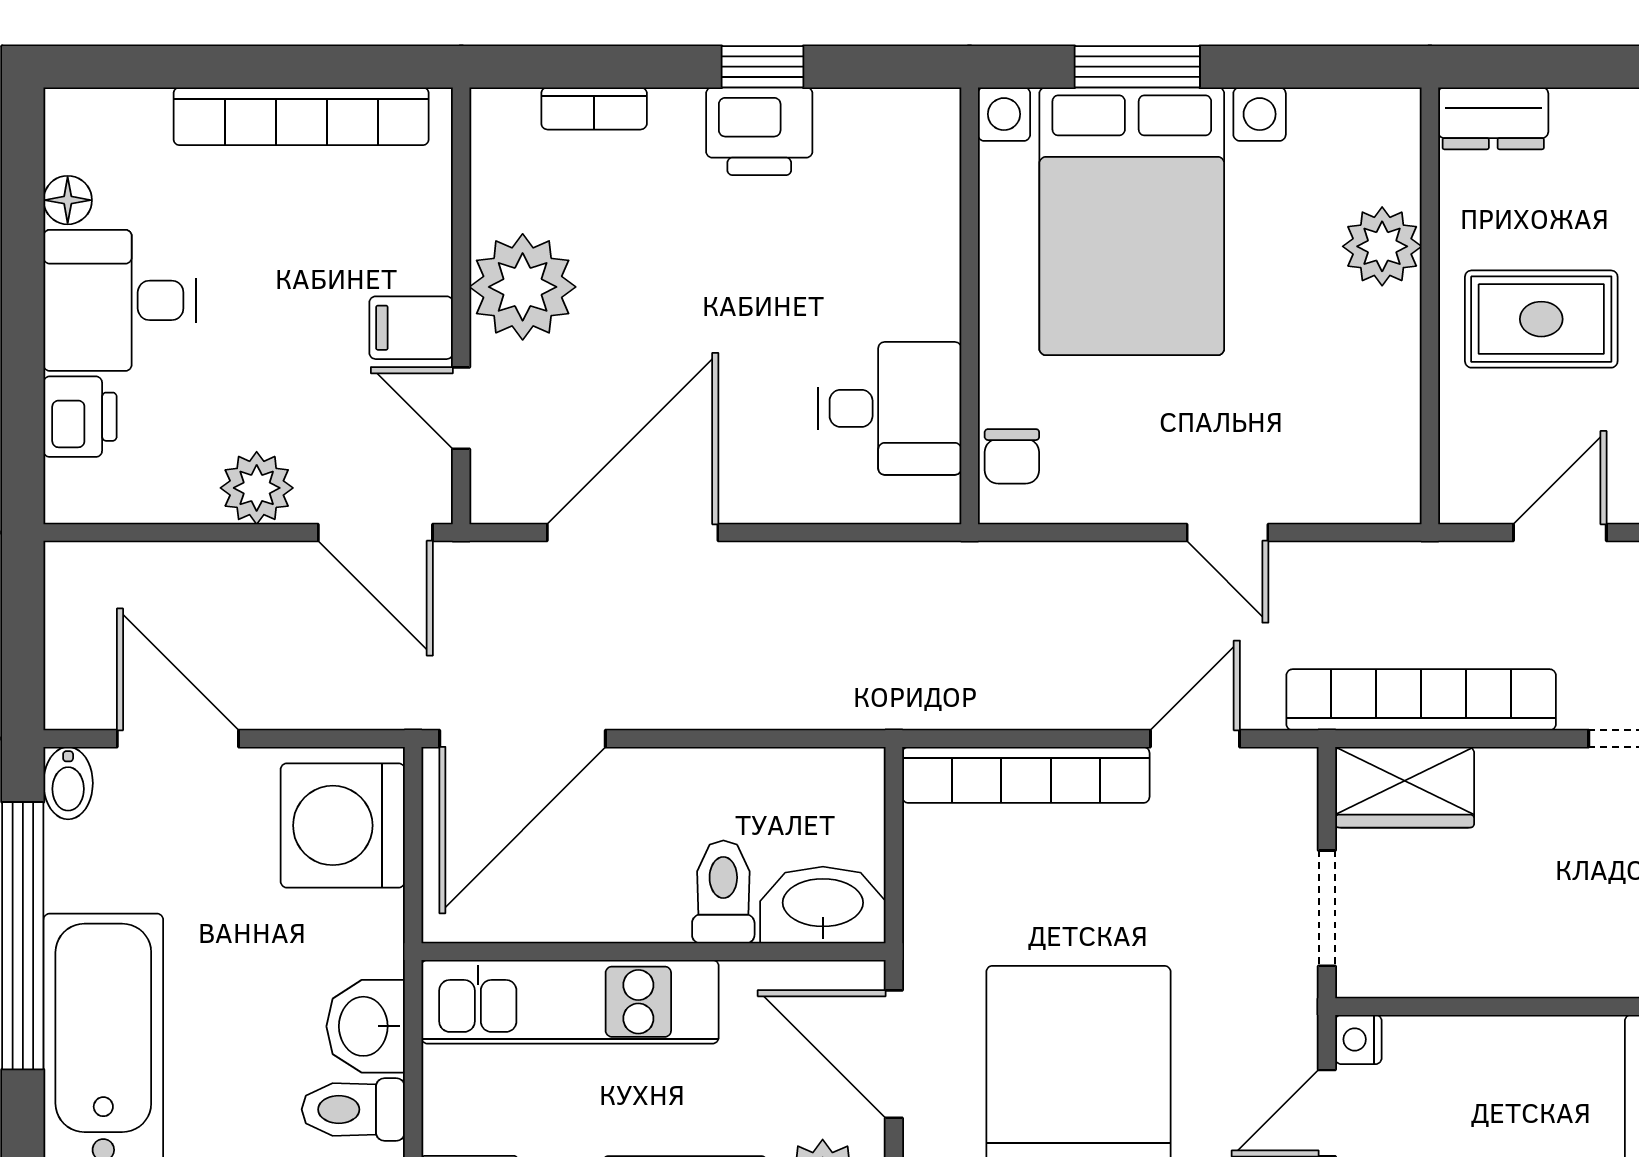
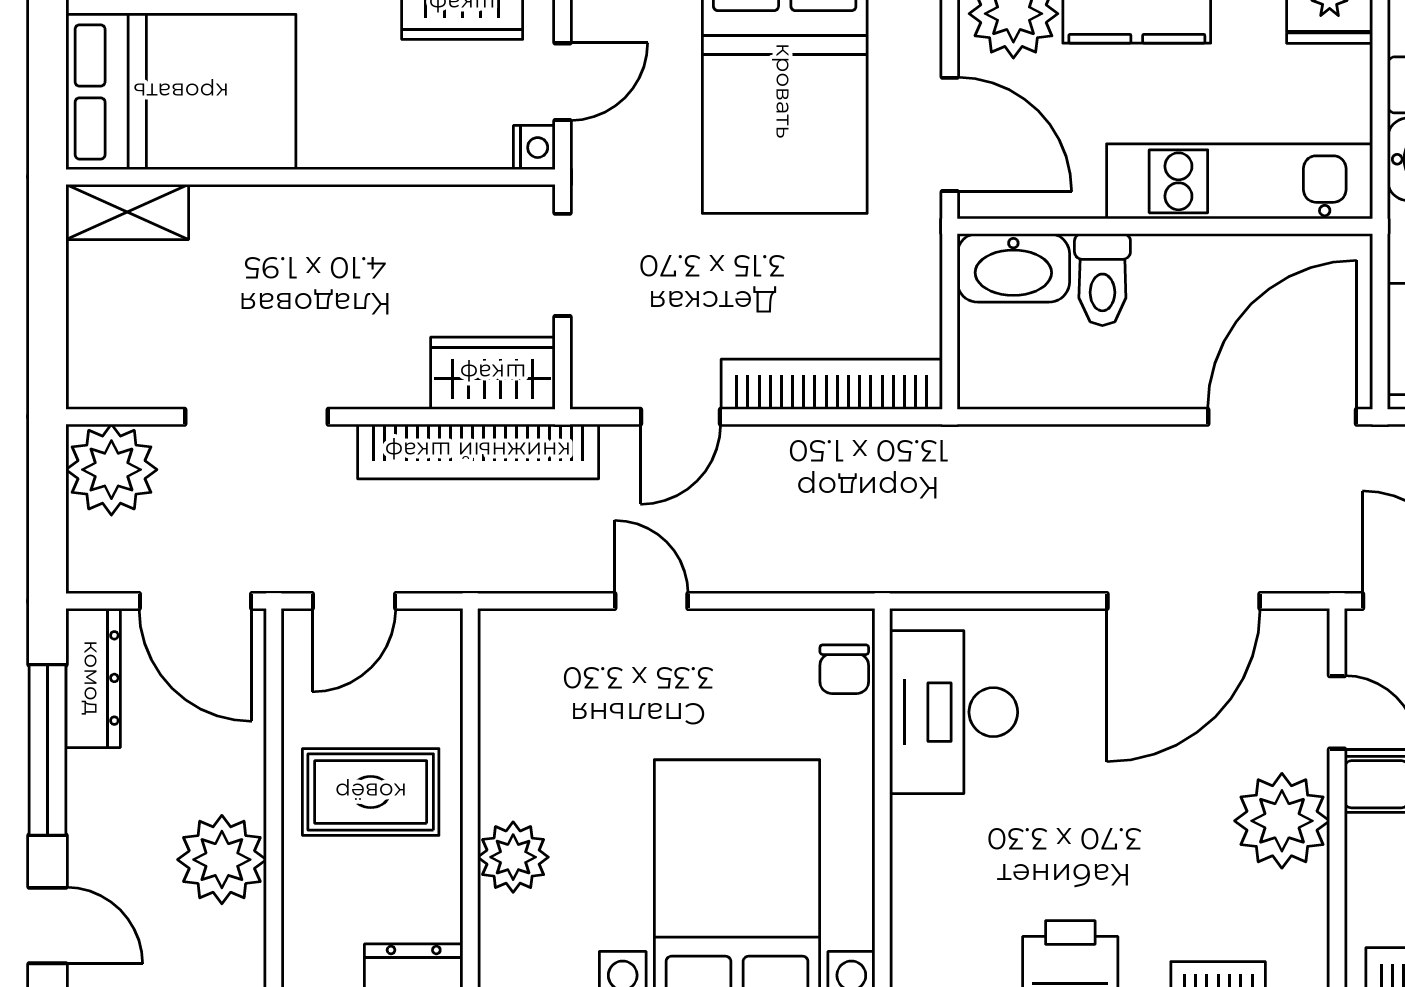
desk: (890, 408) -> (954, 712), width x1.37
chair: (1012, 456) -> (844, 669), turned 180

